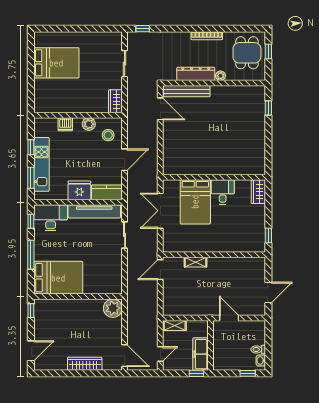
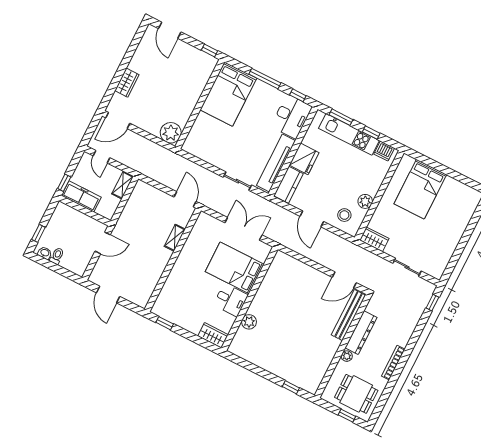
bed: (56, 63) -> (420, 189), moved
dishwasher: (65, 124) -> (384, 151), moved, turned -90
plant: (233, 168) -> (249, 322), added
wardrobe: (85, 364) -> (127, 83), width x0.67

